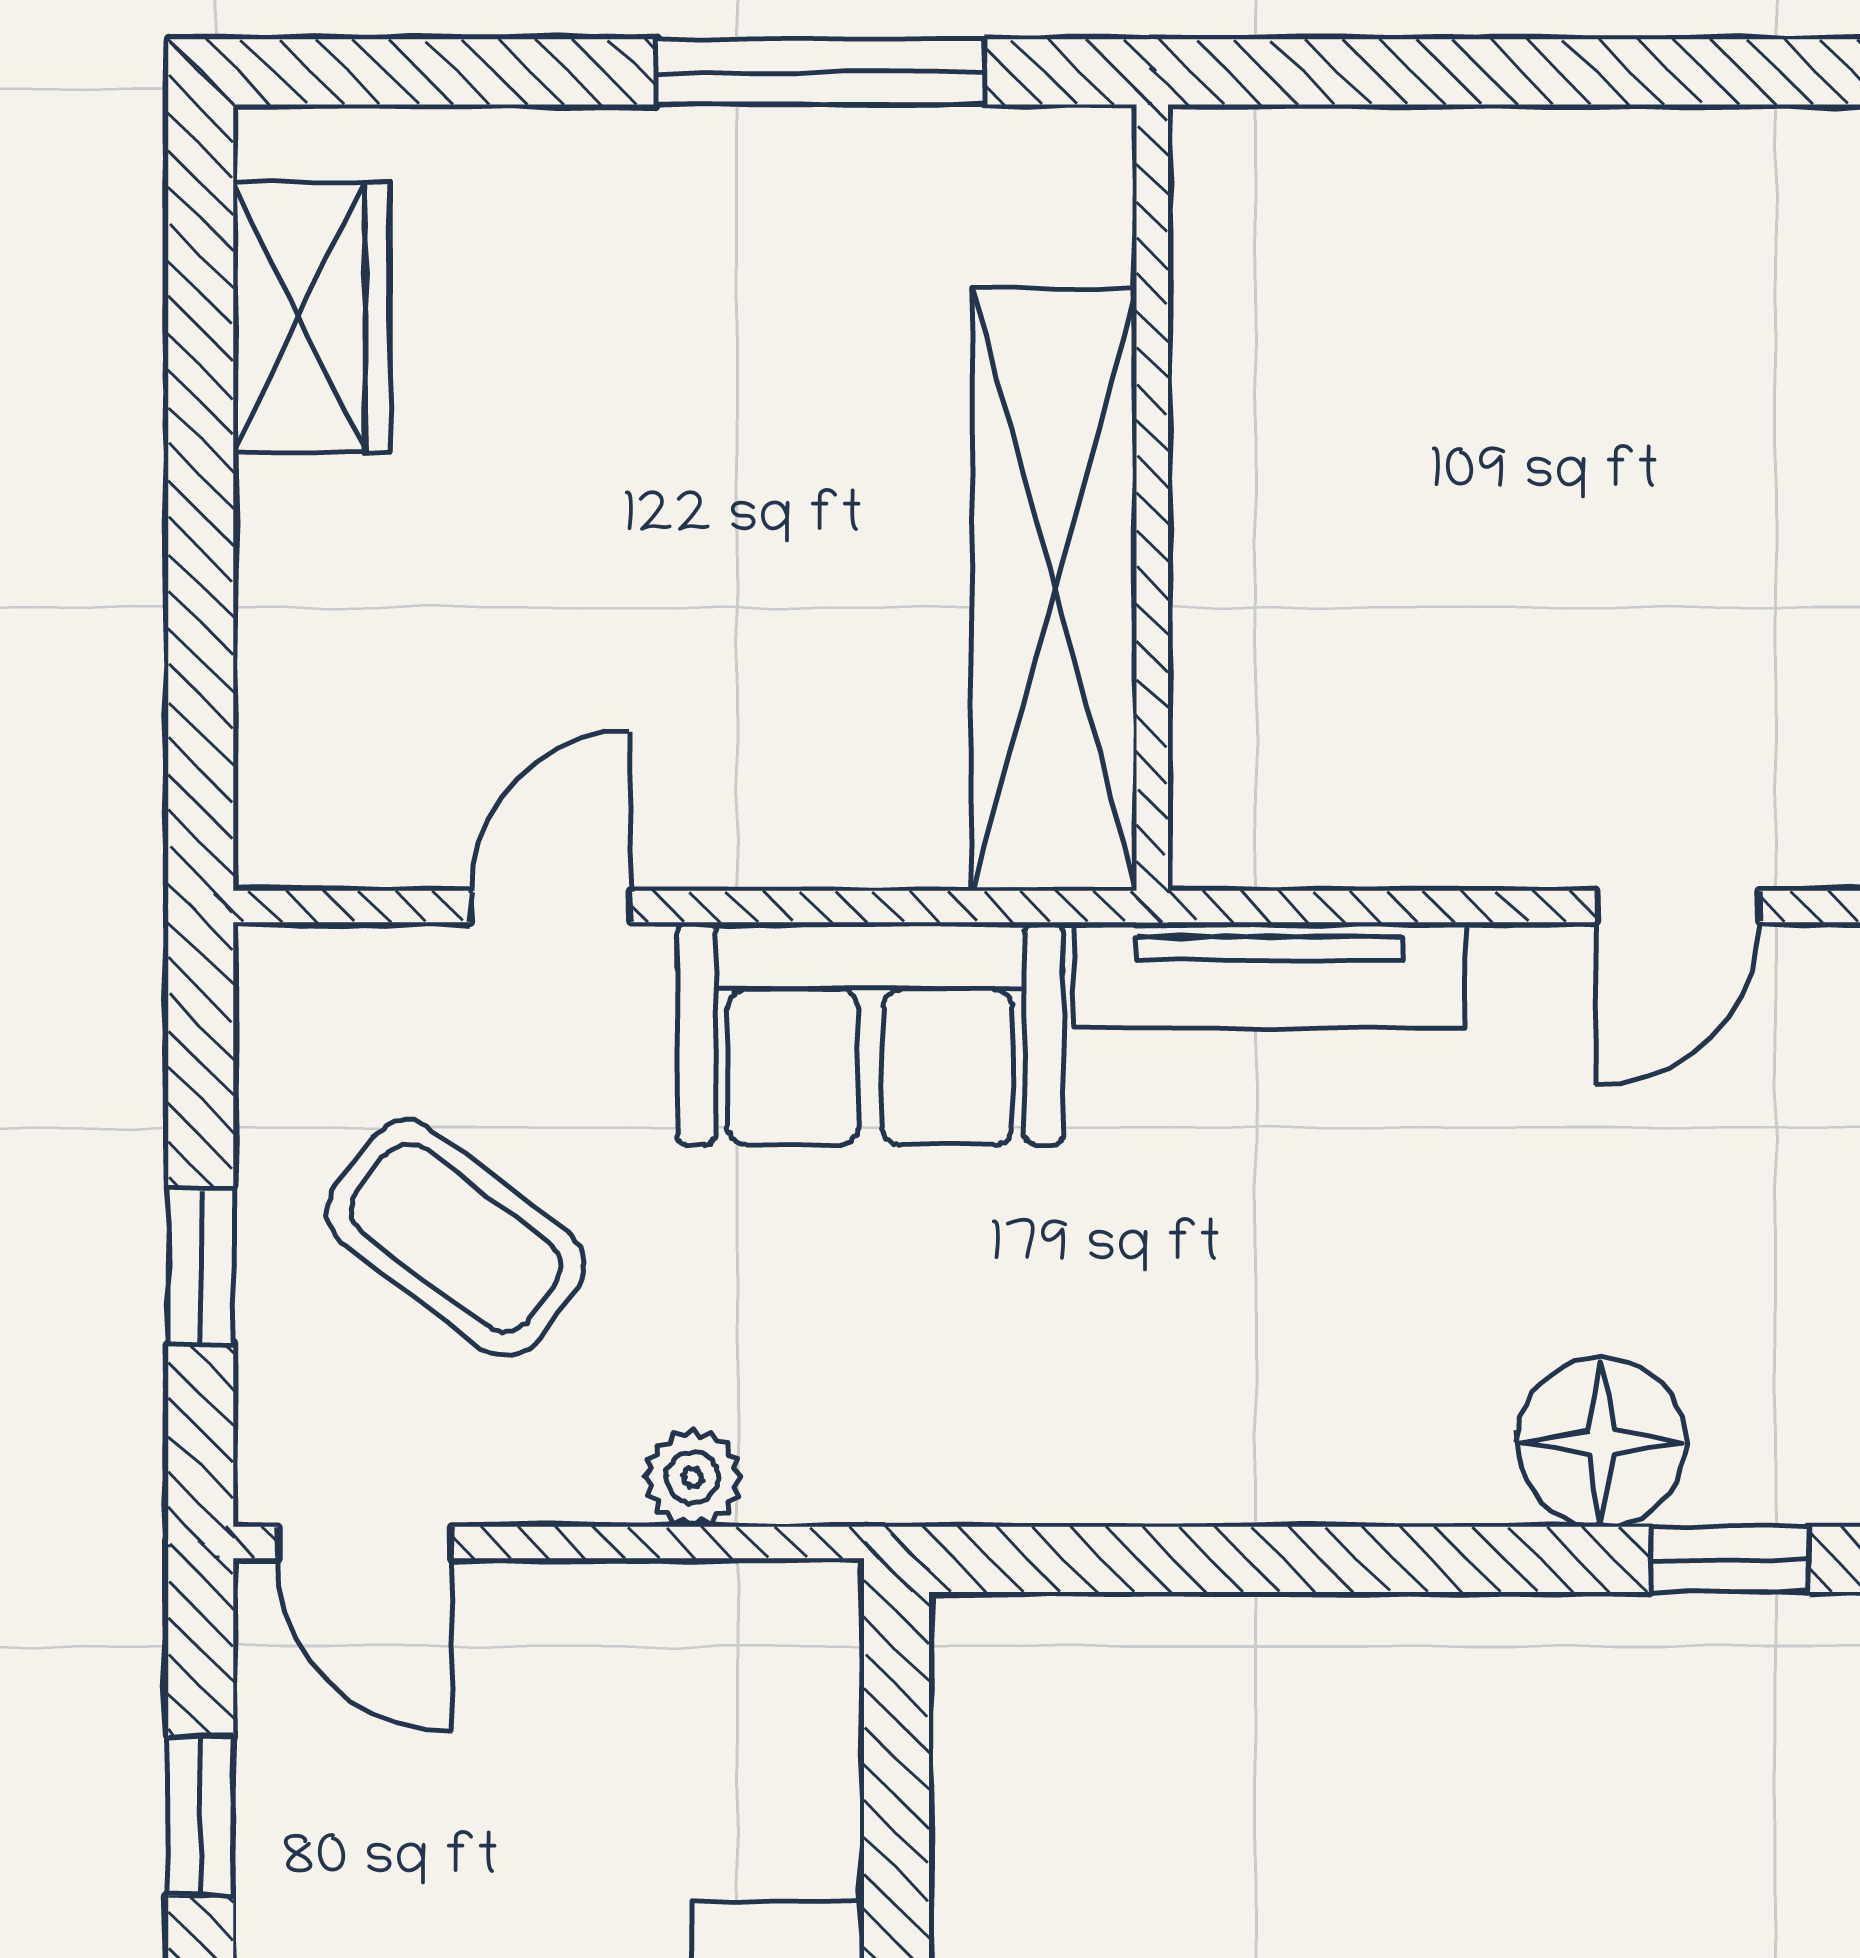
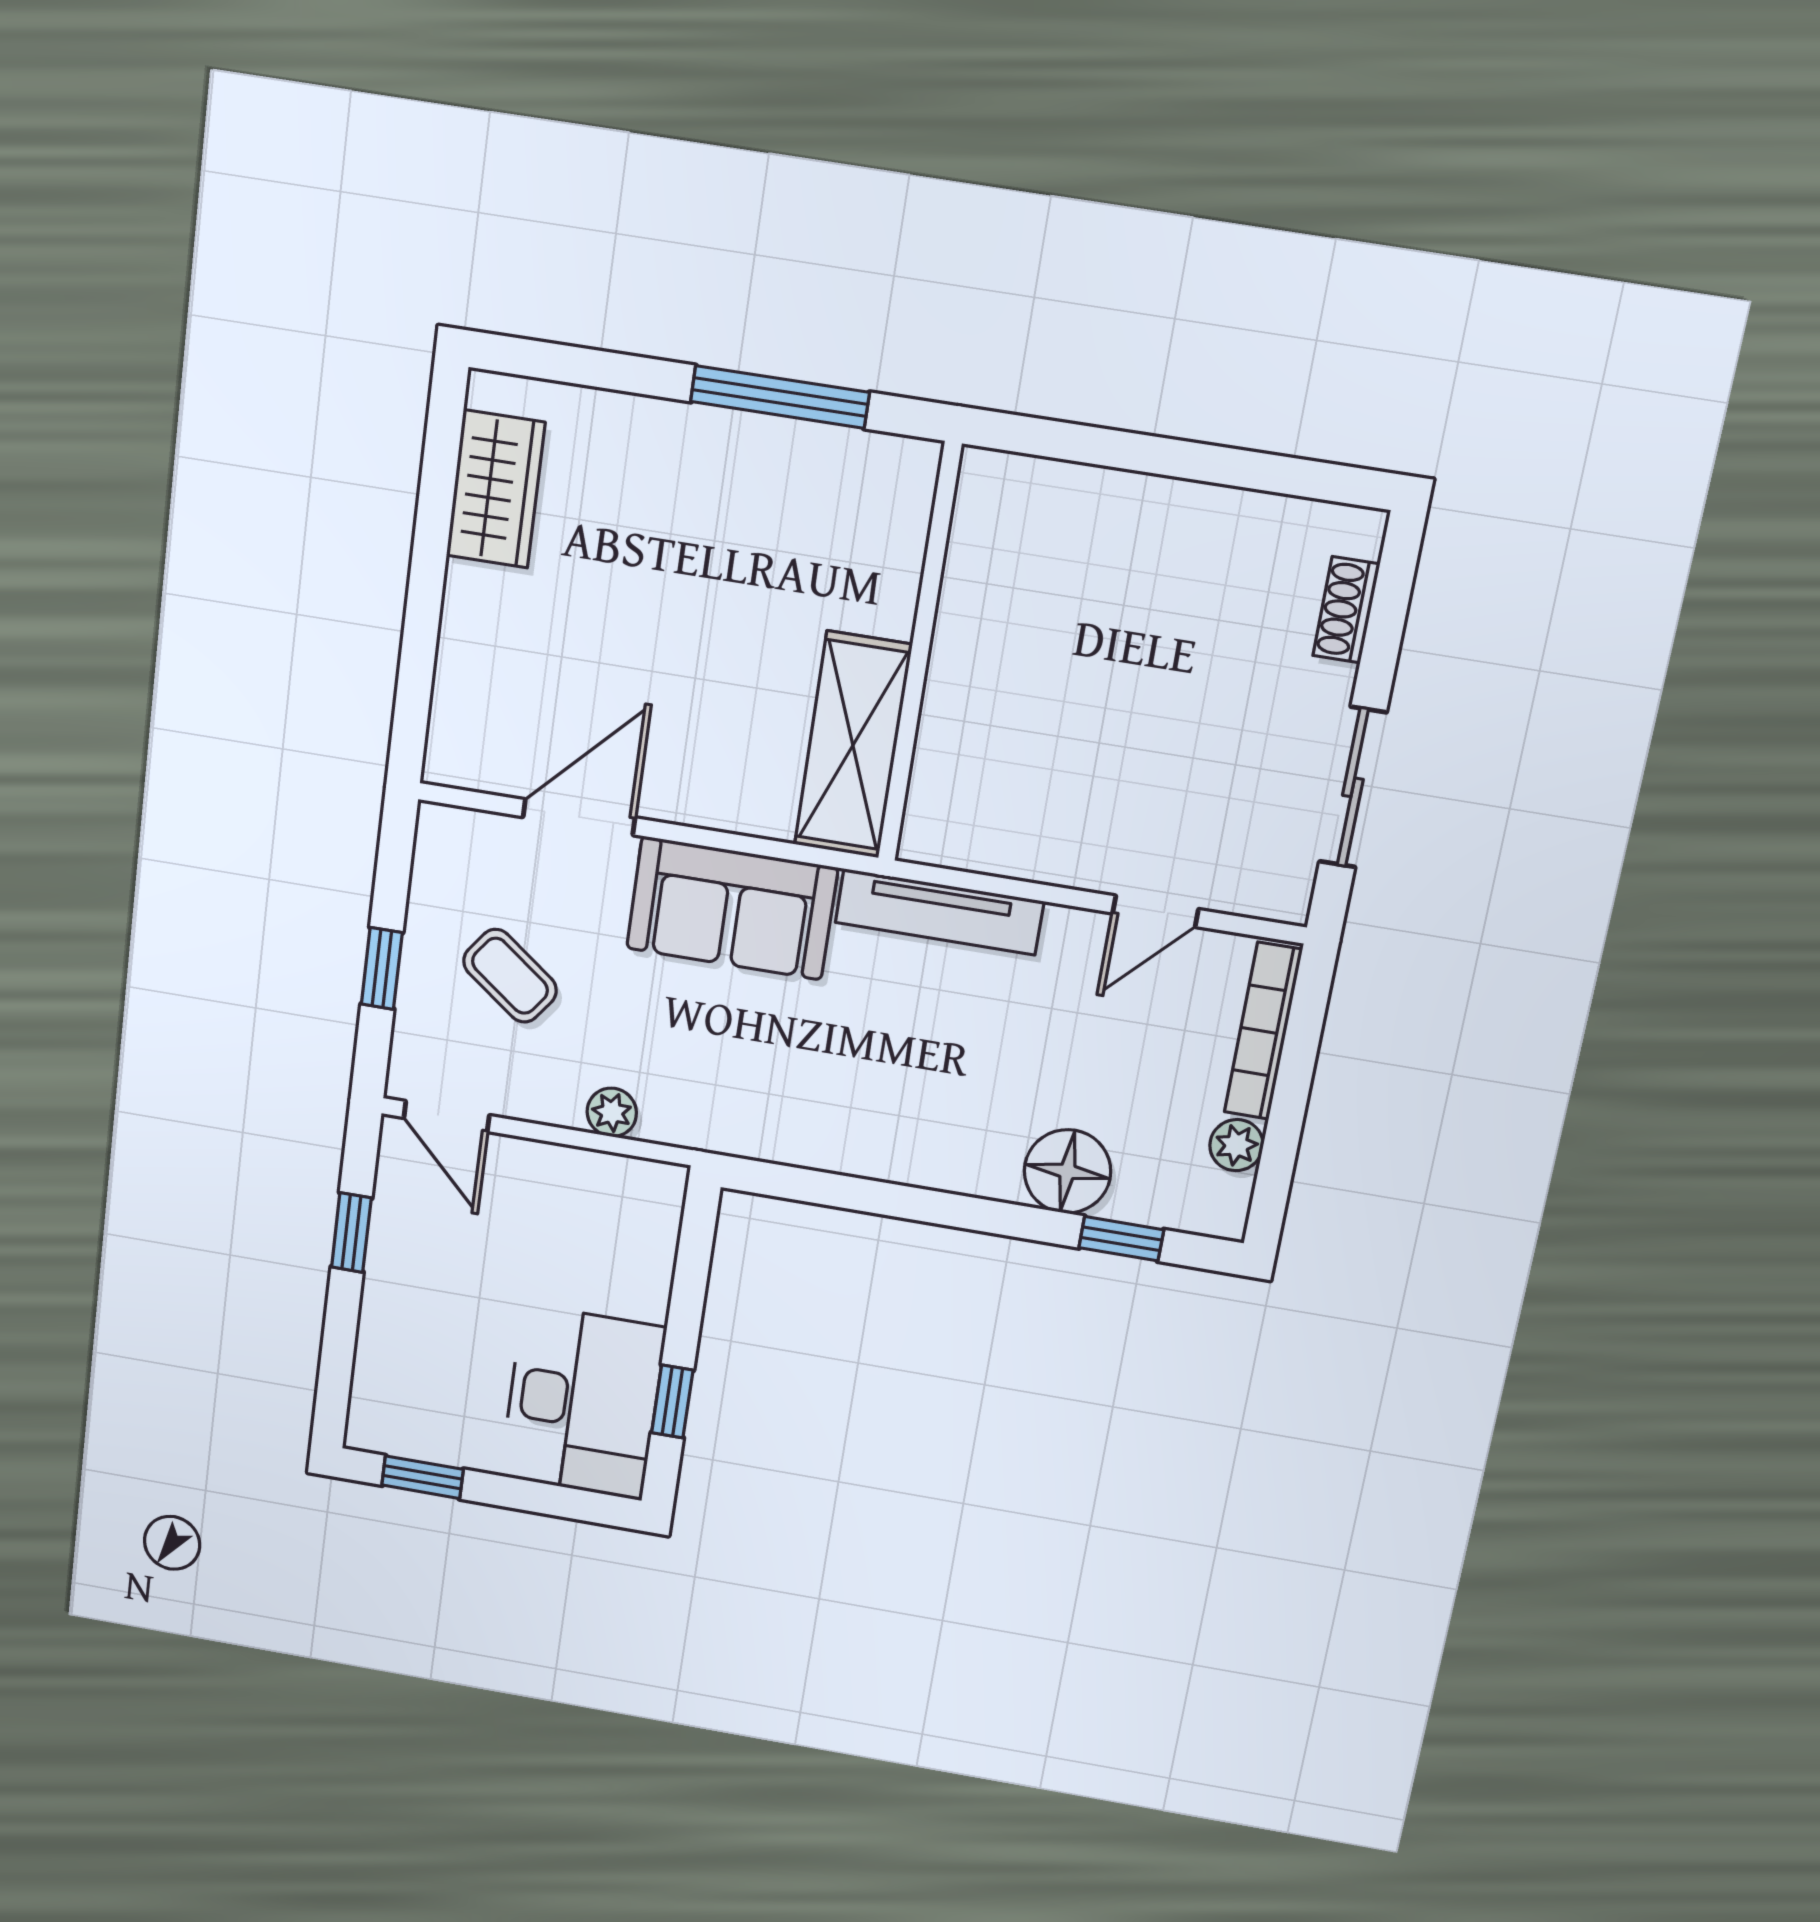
shelving: (1054, 590) -> (853, 745), width x0.68
door: (550, 907) -> (579, 817), width x1.38
coffee table: (456, 1238) -> (510, 976), width x0.73, depth x0.77

